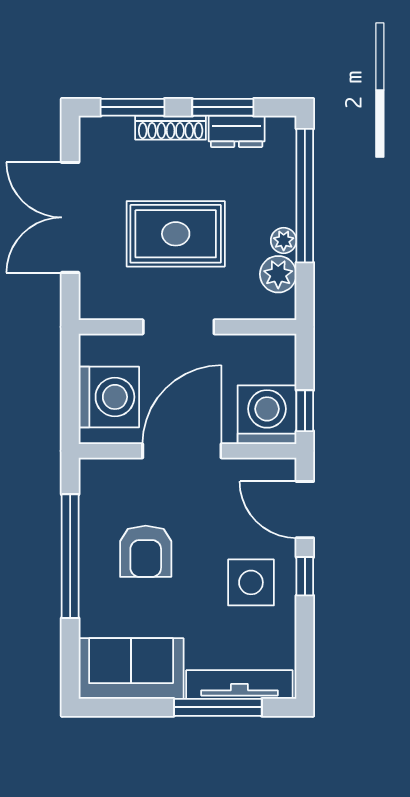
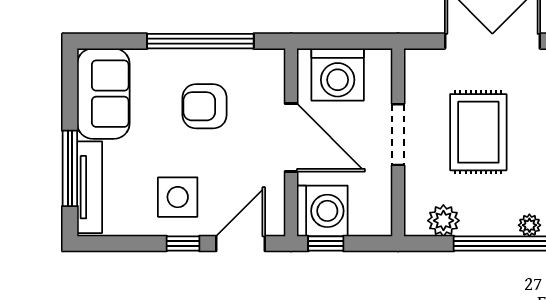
plant: (284, 241) -> (529, 225), moved

